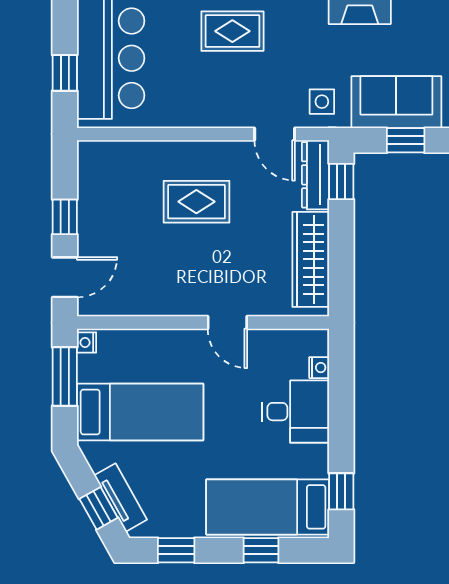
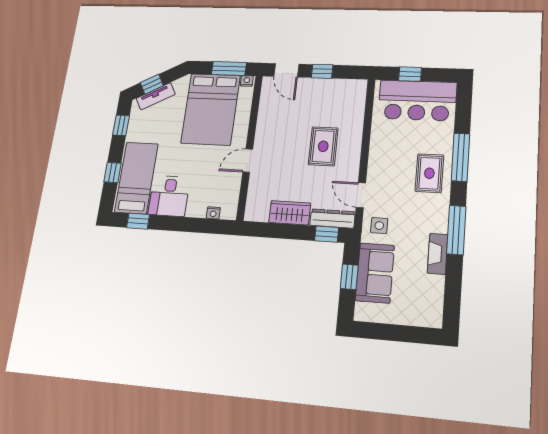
door: (275, 134) -> (361, 195), hinge flipped
wardrobe: (311, 259) -> (290, 213), width x0.67
bed: (140, 412) -> (211, 109), width x1.50
desk: (295, 412) -> (169, 196), moved

